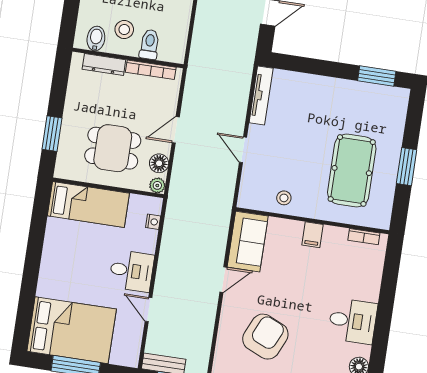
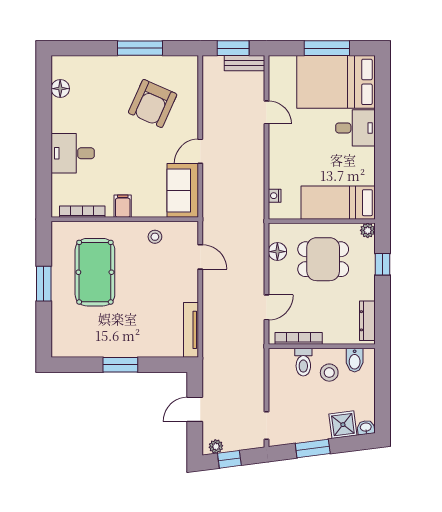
dresser: (104, 64) -> (367, 321), moved, turned -90
window: (377, 76) -> (120, 365), moved
door: (176, 130) -> (267, 307), moved
window: (52, 134) -> (383, 264), width x0.67
door: (243, 150) -> (200, 257), moved
plant: (157, 185) -> (368, 230), moved
bookcase: (364, 237) -> (82, 212), width x1.56
desk: (131, 271) -> (355, 128), moved, turned 180
desk: (353, 321) -> (73, 153), moved

